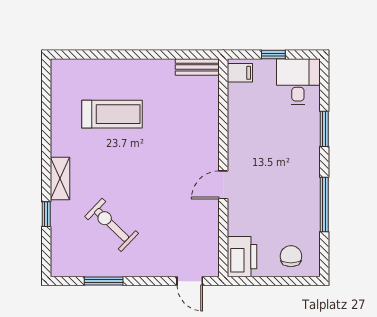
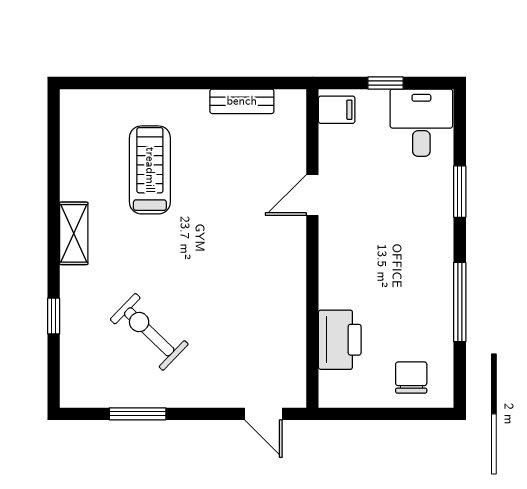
bench: (197, 67) -> (242, 101), moved
treadmill: (112, 114) -> (150, 170), turned -90
shelving: (60, 178) -> (74, 233), moved
door: (223, 185) -> (312, 195), moved
printer: (242, 257) -> (340, 340), moved

